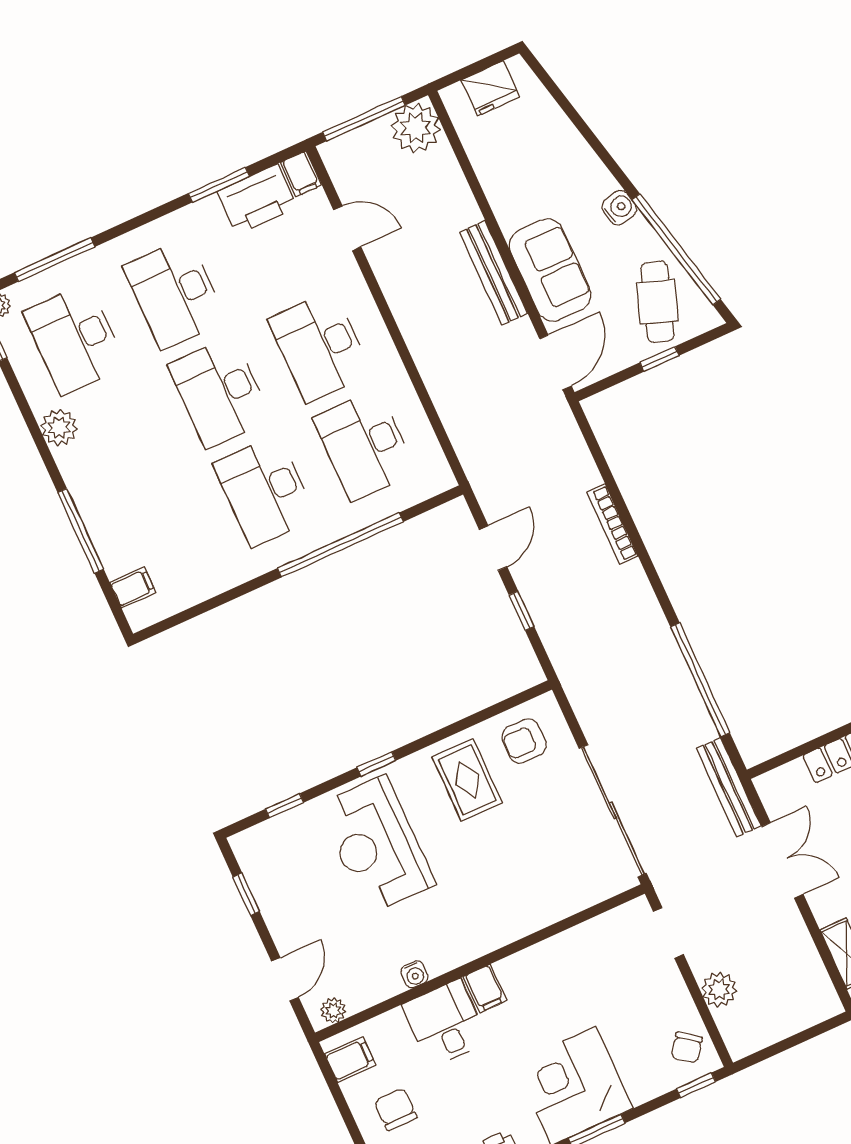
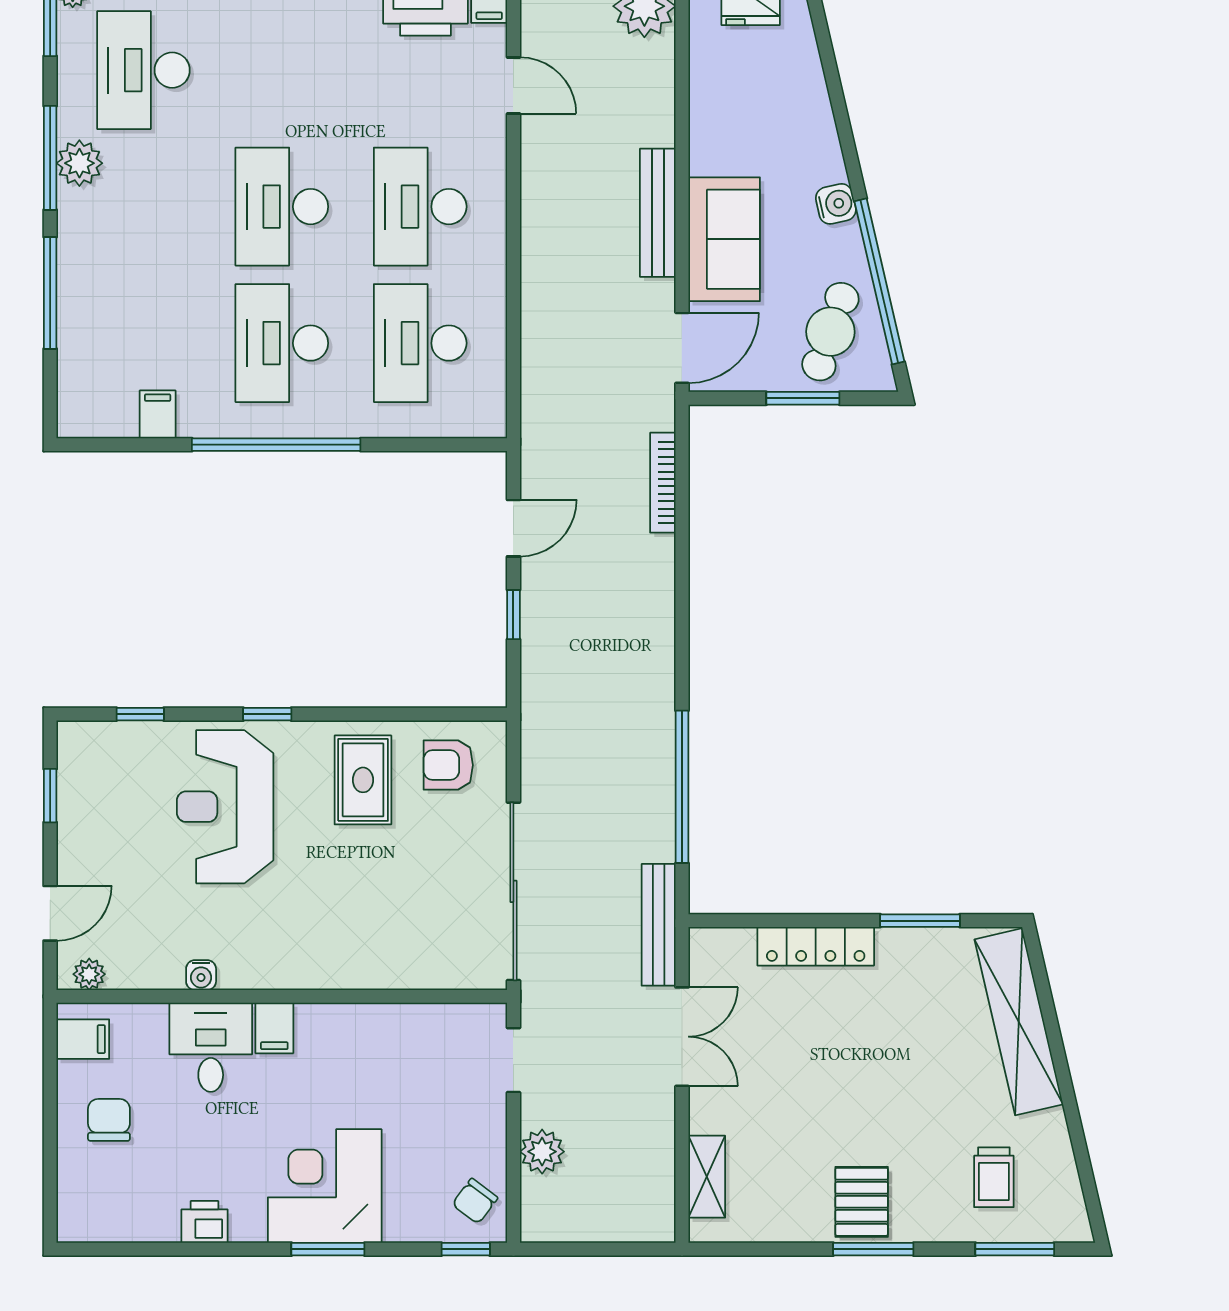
desk: (175, 294) -> (282, 70), removed
window: (660, 359) -> (803, 398), width x1.50
window: (36, 433) -> (50, 158), added
bookcase: (612, 524) -> (663, 483), moved
window: (340, 545) -> (276, 445), moved
filing cabinet: (133, 587) -> (158, 414), moved, turned -90

